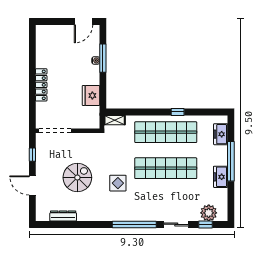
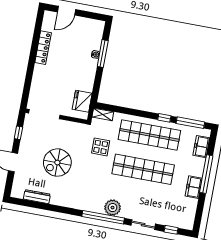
door: (83, 22) -> (66, 11), moved
locker: (41, 85) -> (43, 48), moved
fridge: (91, 95) -> (82, 101), moved
window: (205, 112) -> (190, 123), added
spiral stairs: (77, 177) -> (57, 163), turned 180
display table: (118, 183) -> (101, 147), moved
plant: (209, 213) -> (113, 208), moved

